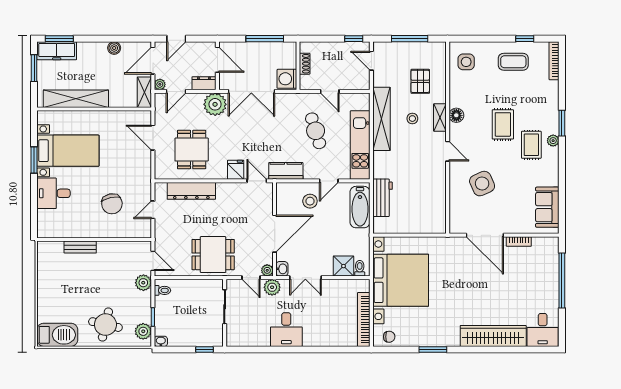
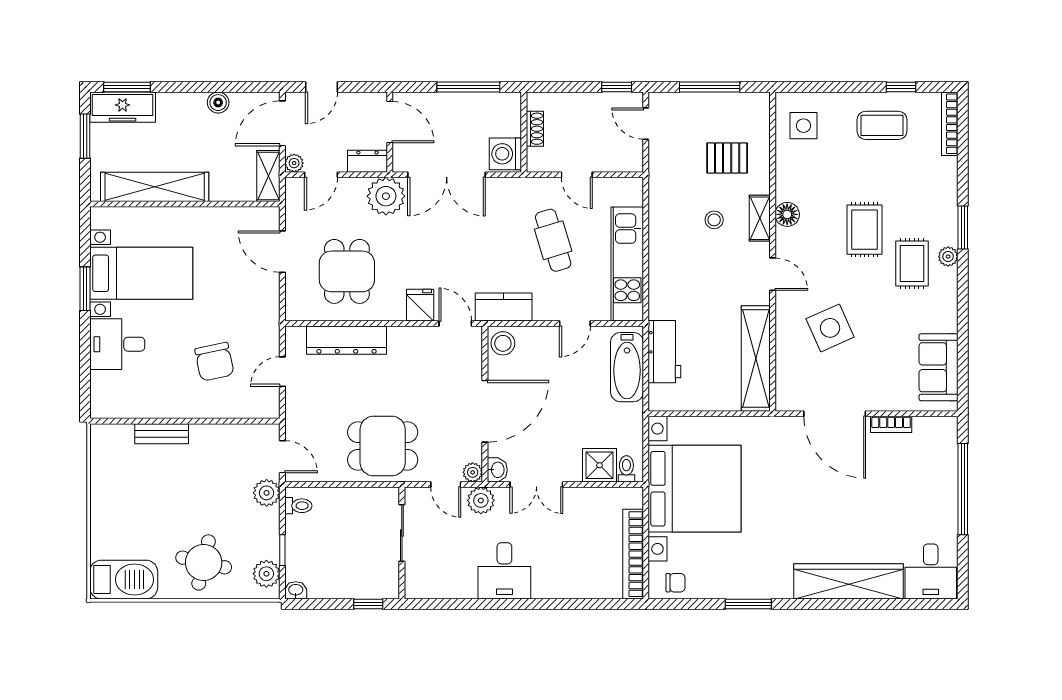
pallet: (420, 81) -> (727, 158), turned 90
shelving: (381, 119) -> (756, 358), moved
stool: (310, 201) -> (503, 343), moved

